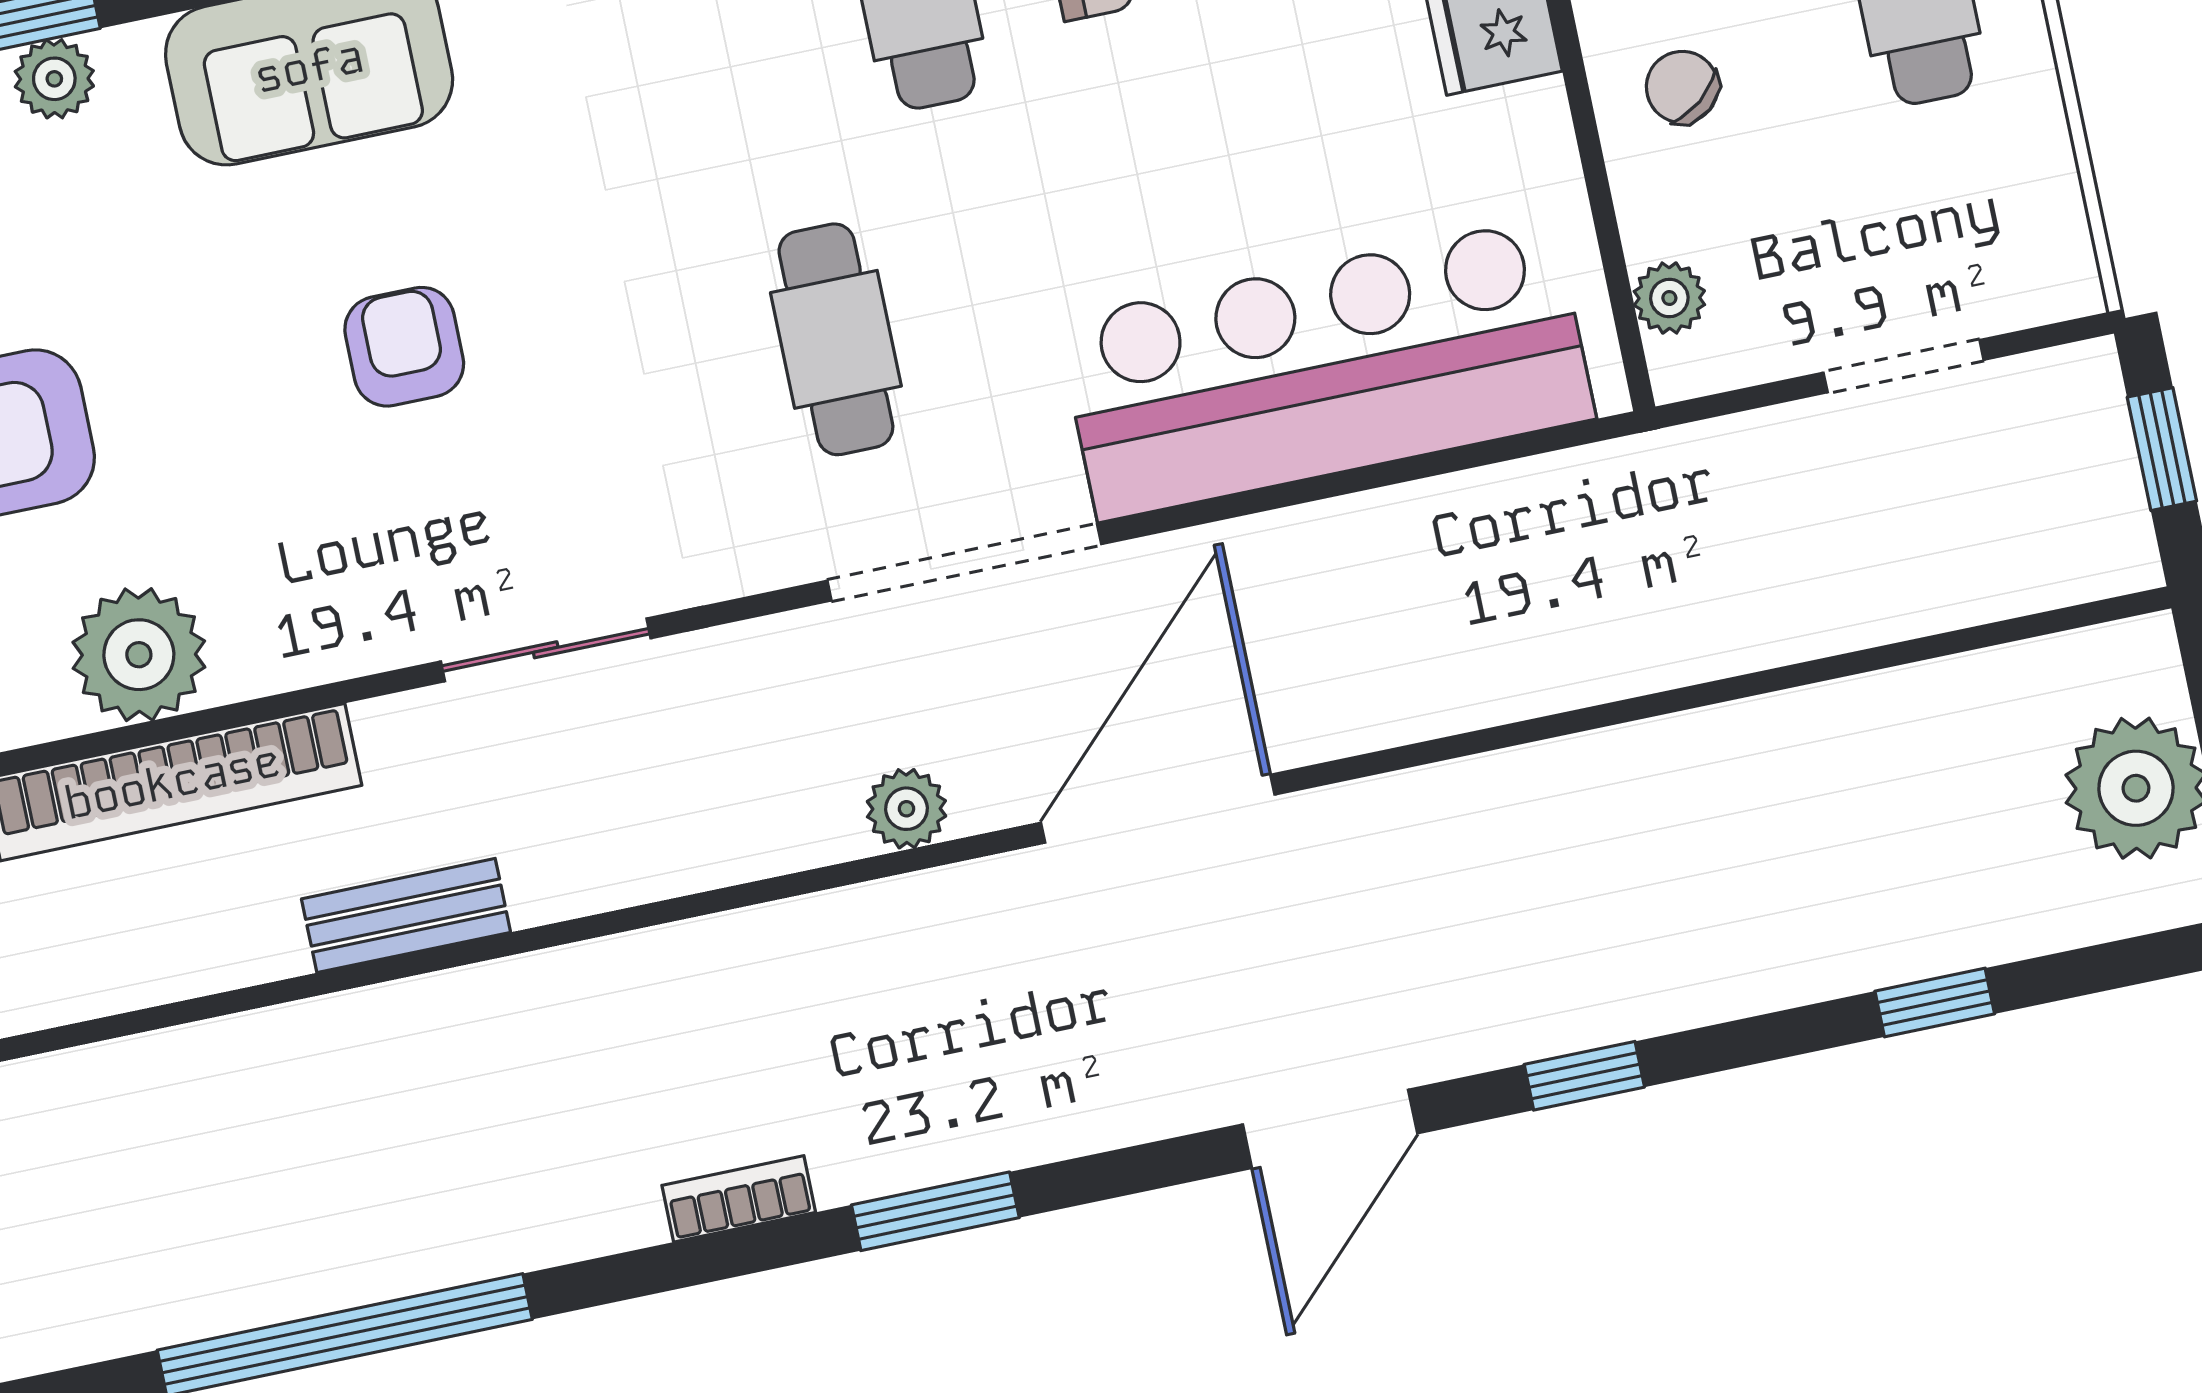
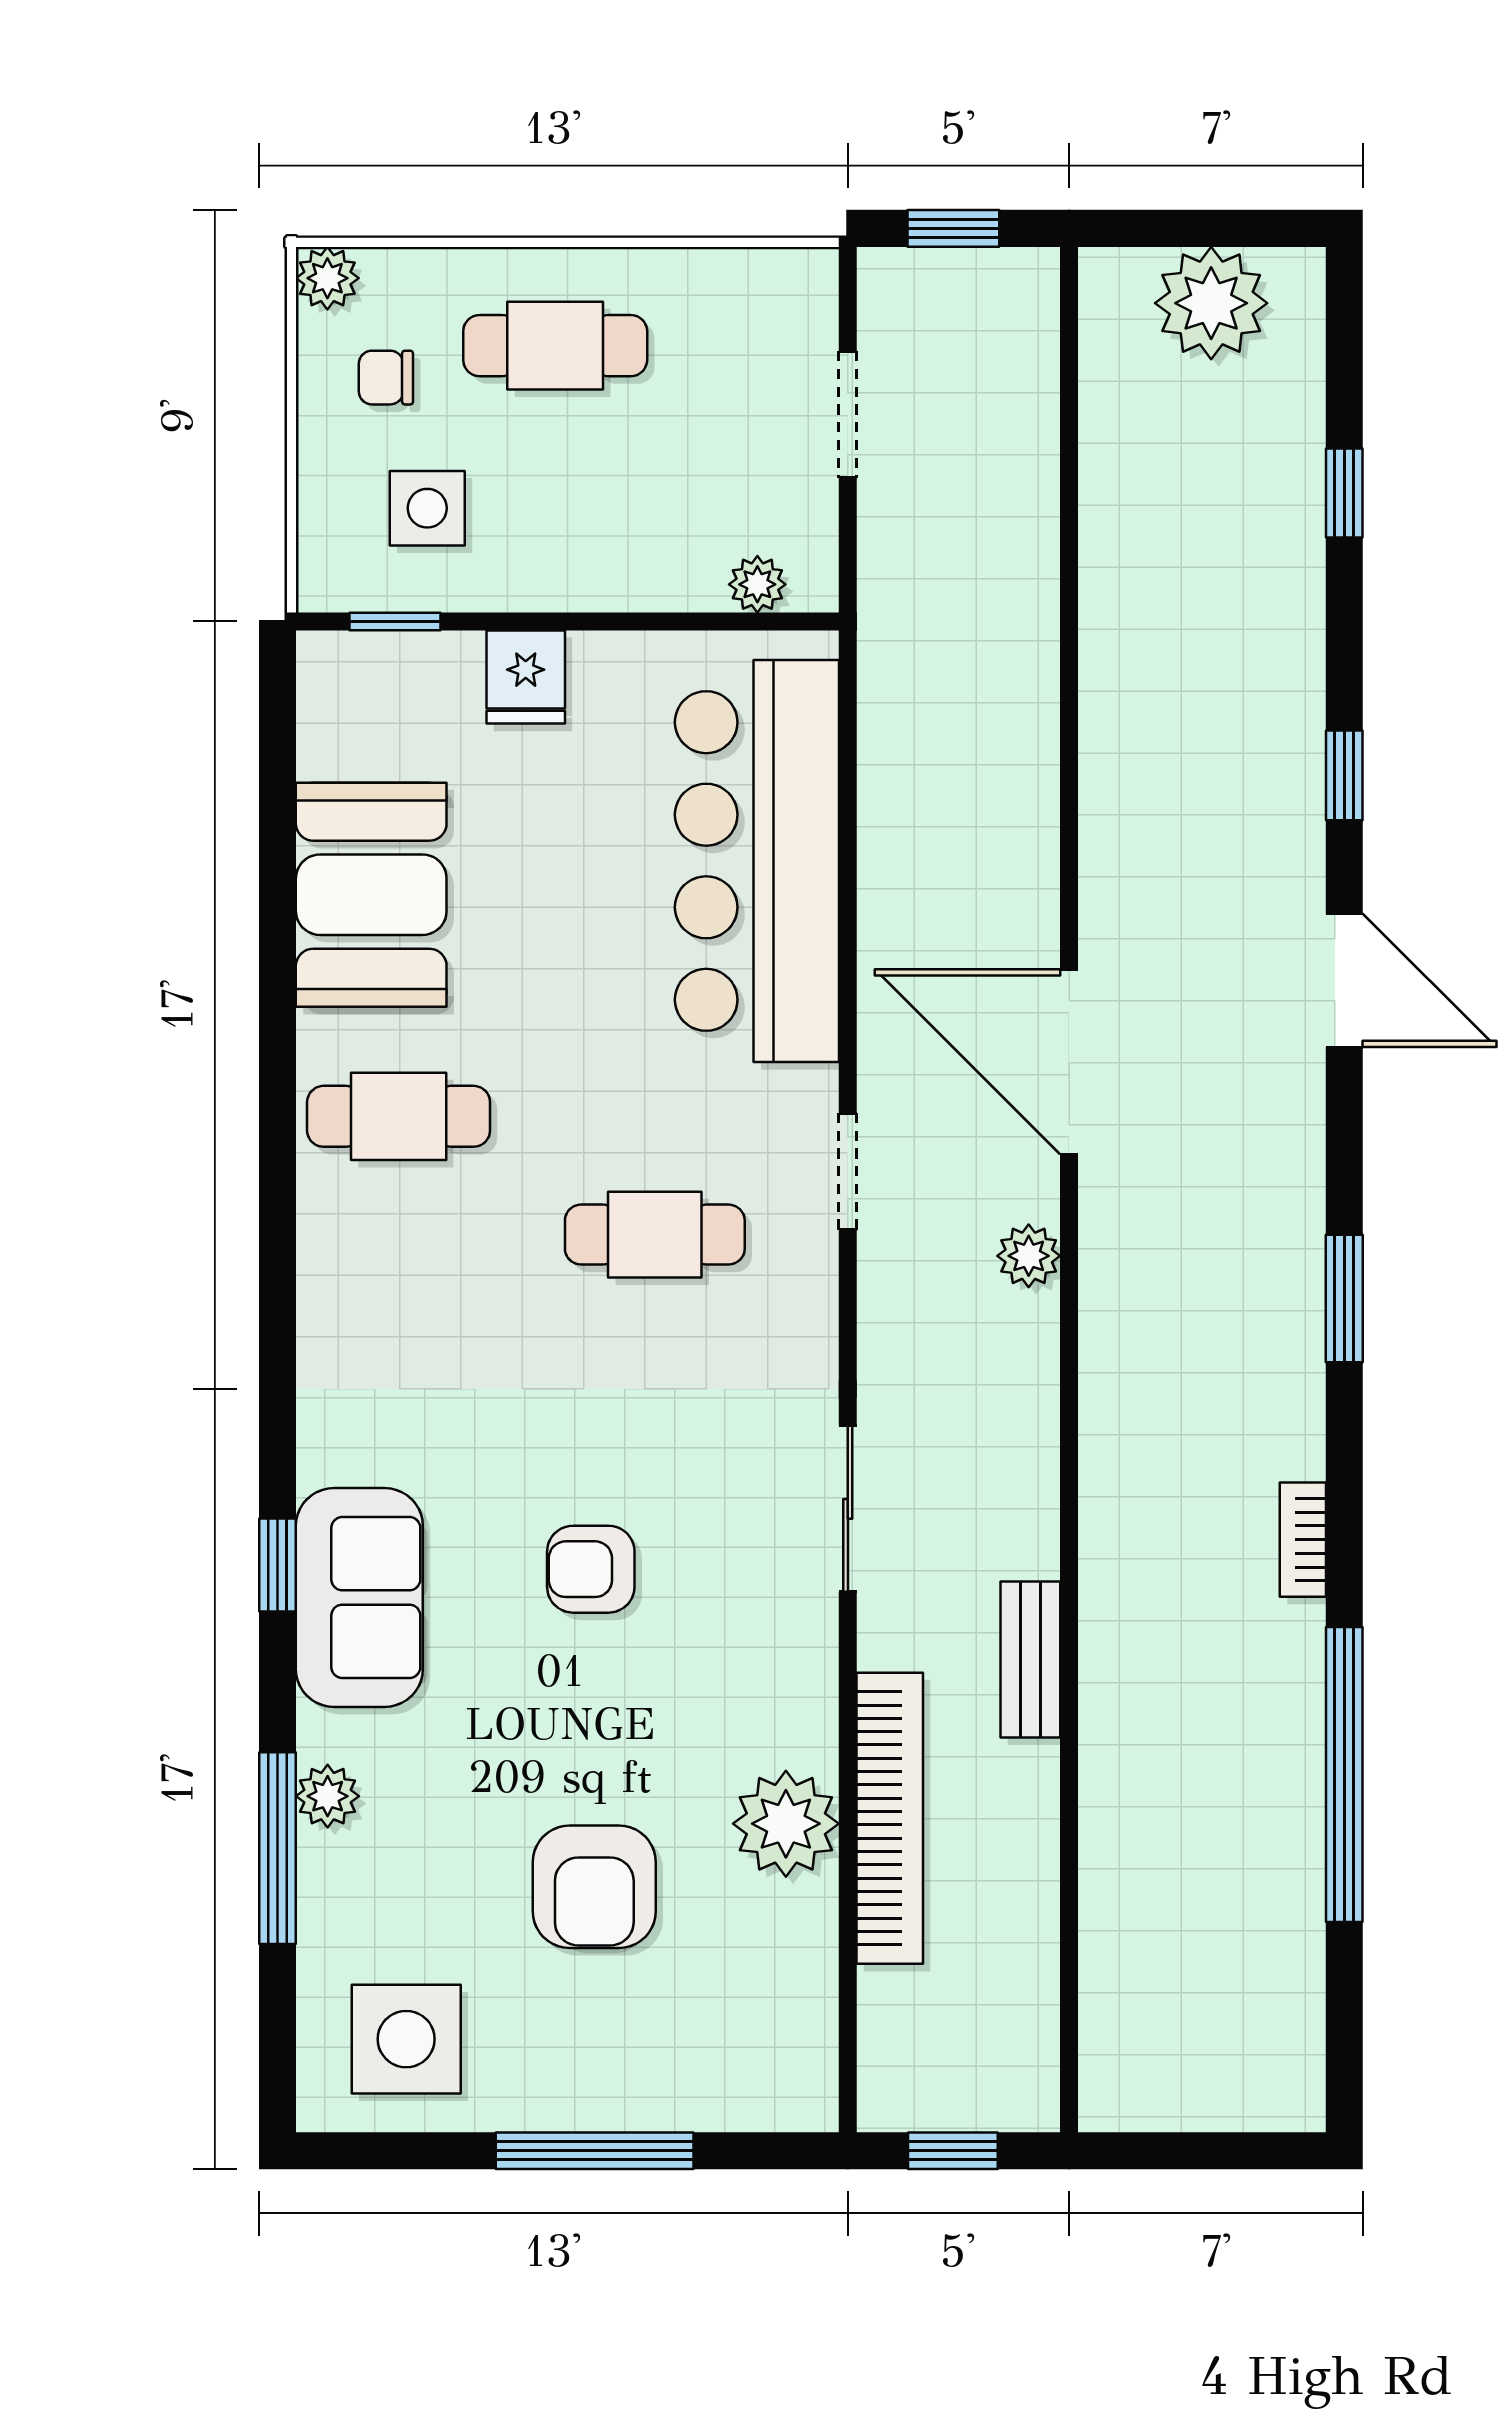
chair: (1682, 87) -> (597, 540), removed
doorway: (964, 562) -> (848, 1171), width x0.53
bookcase: (739, 1199) -> (1303, 1540), moved

